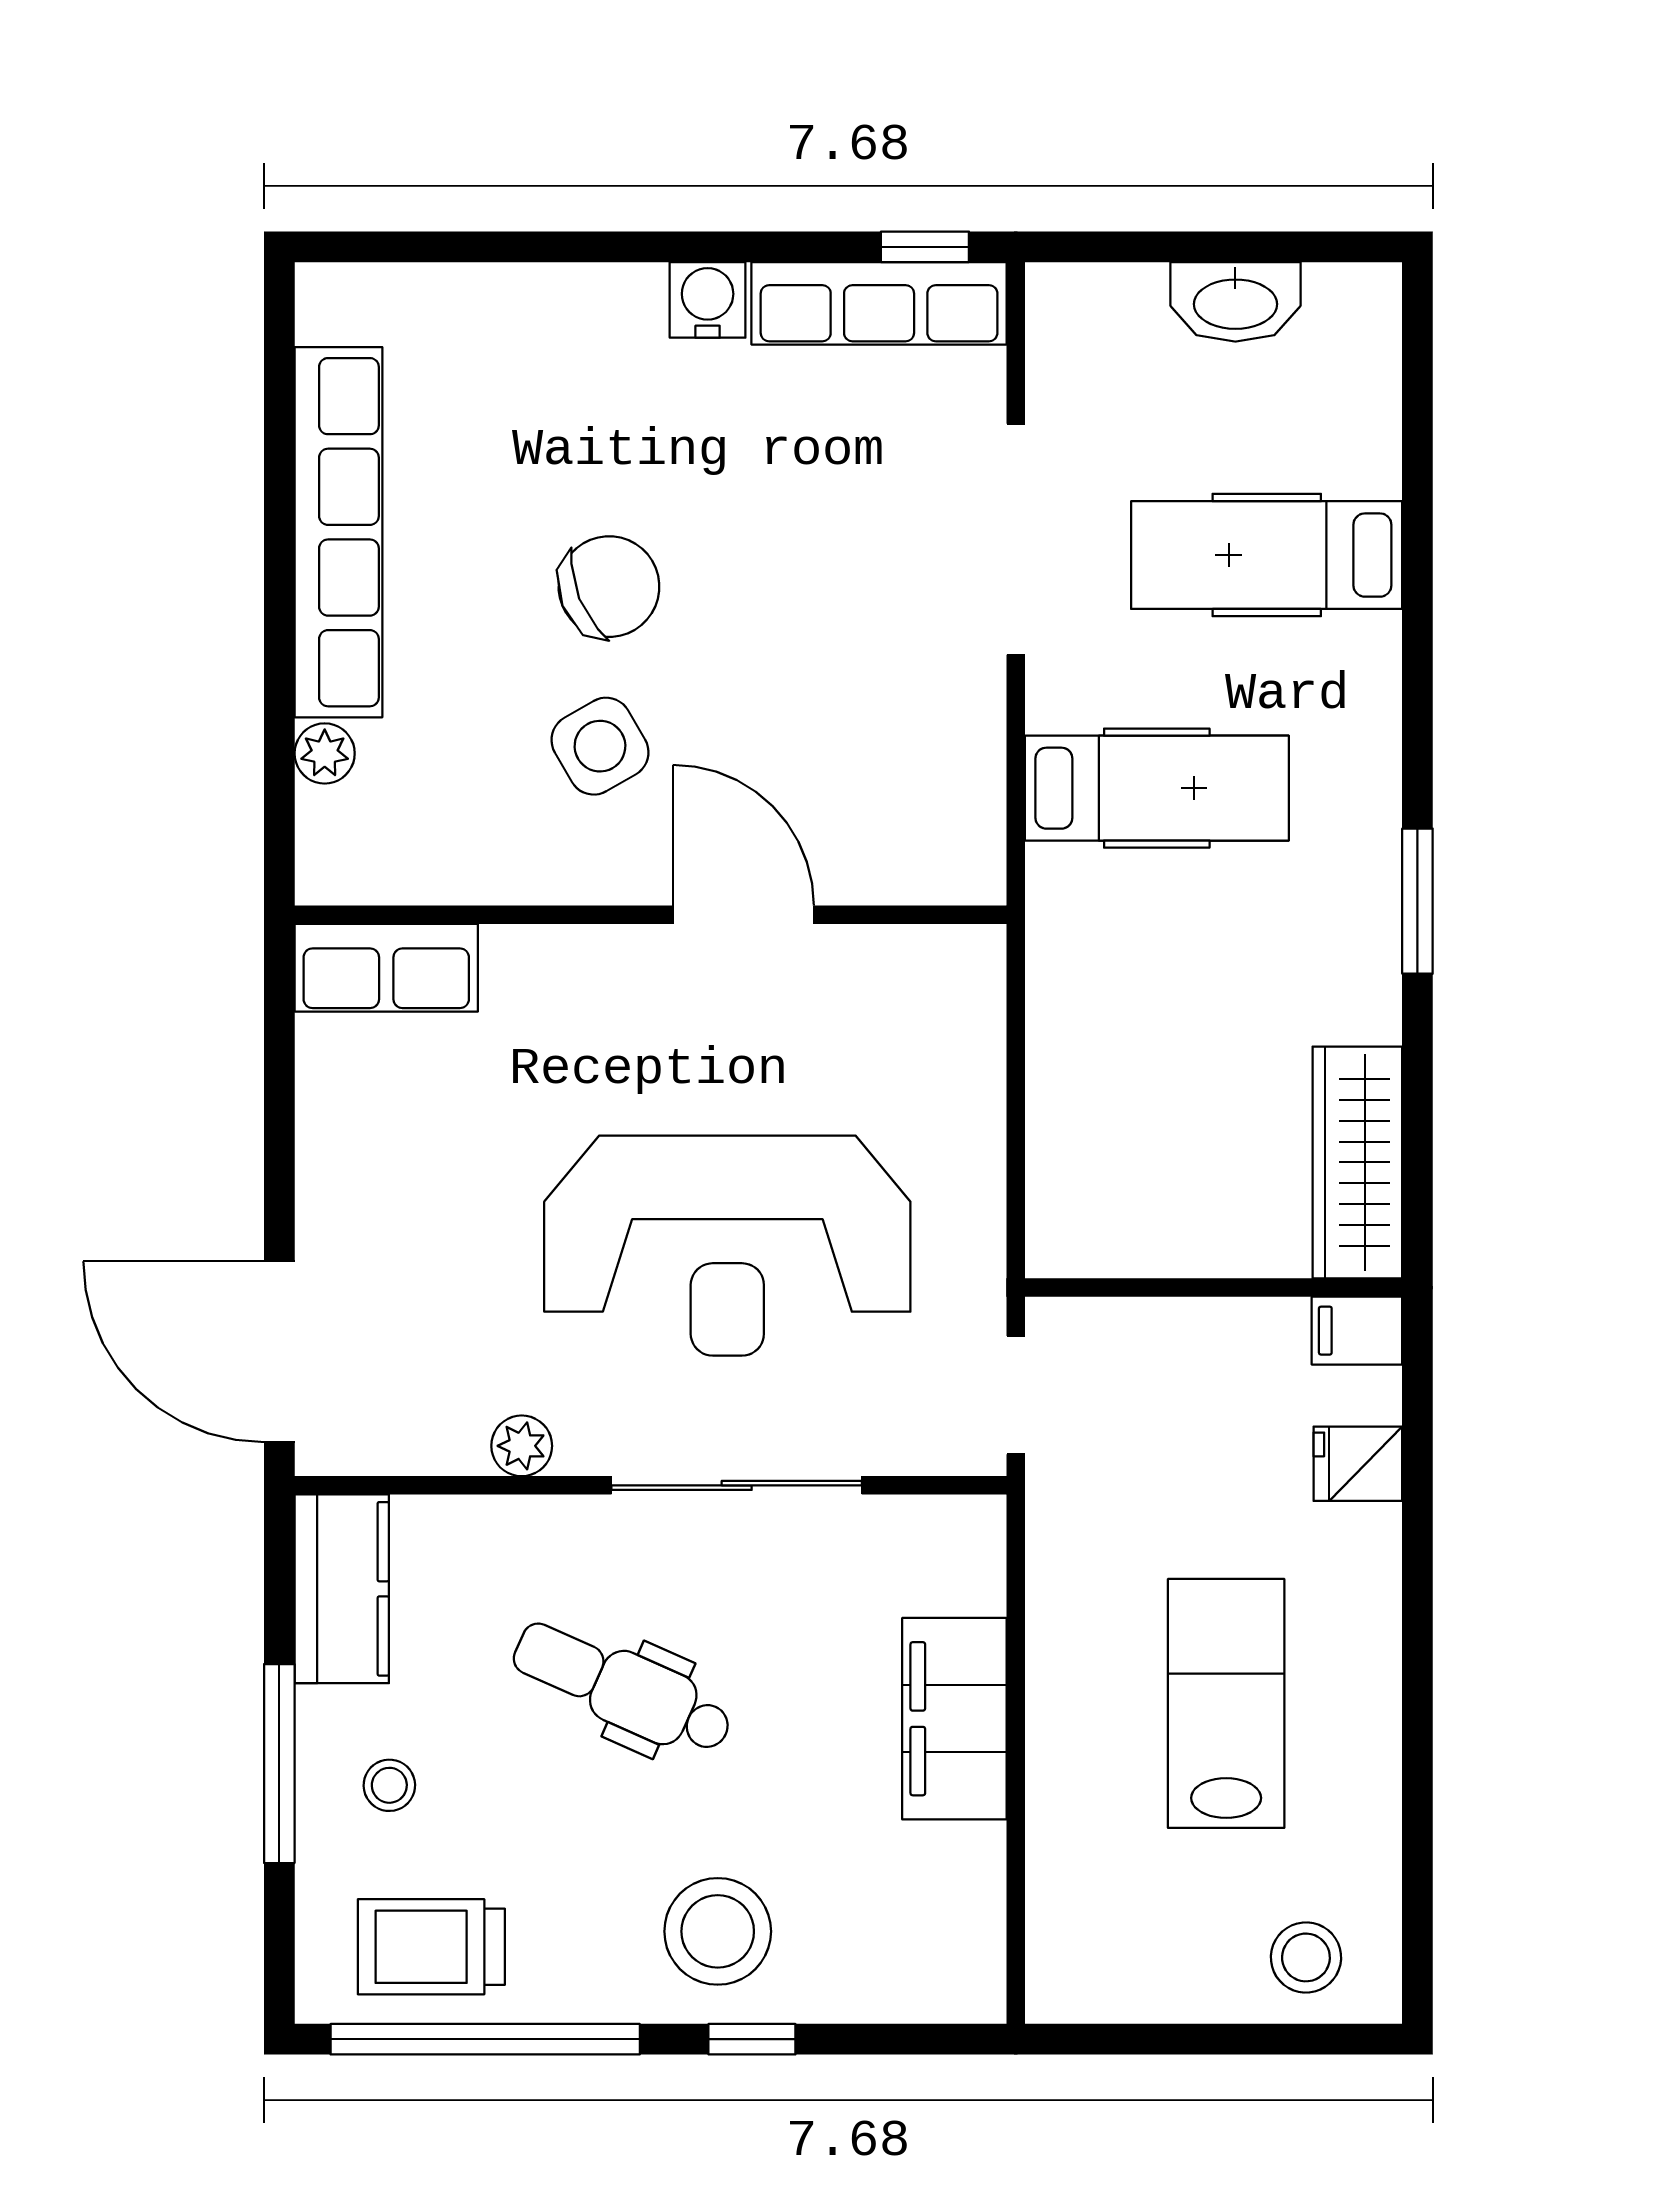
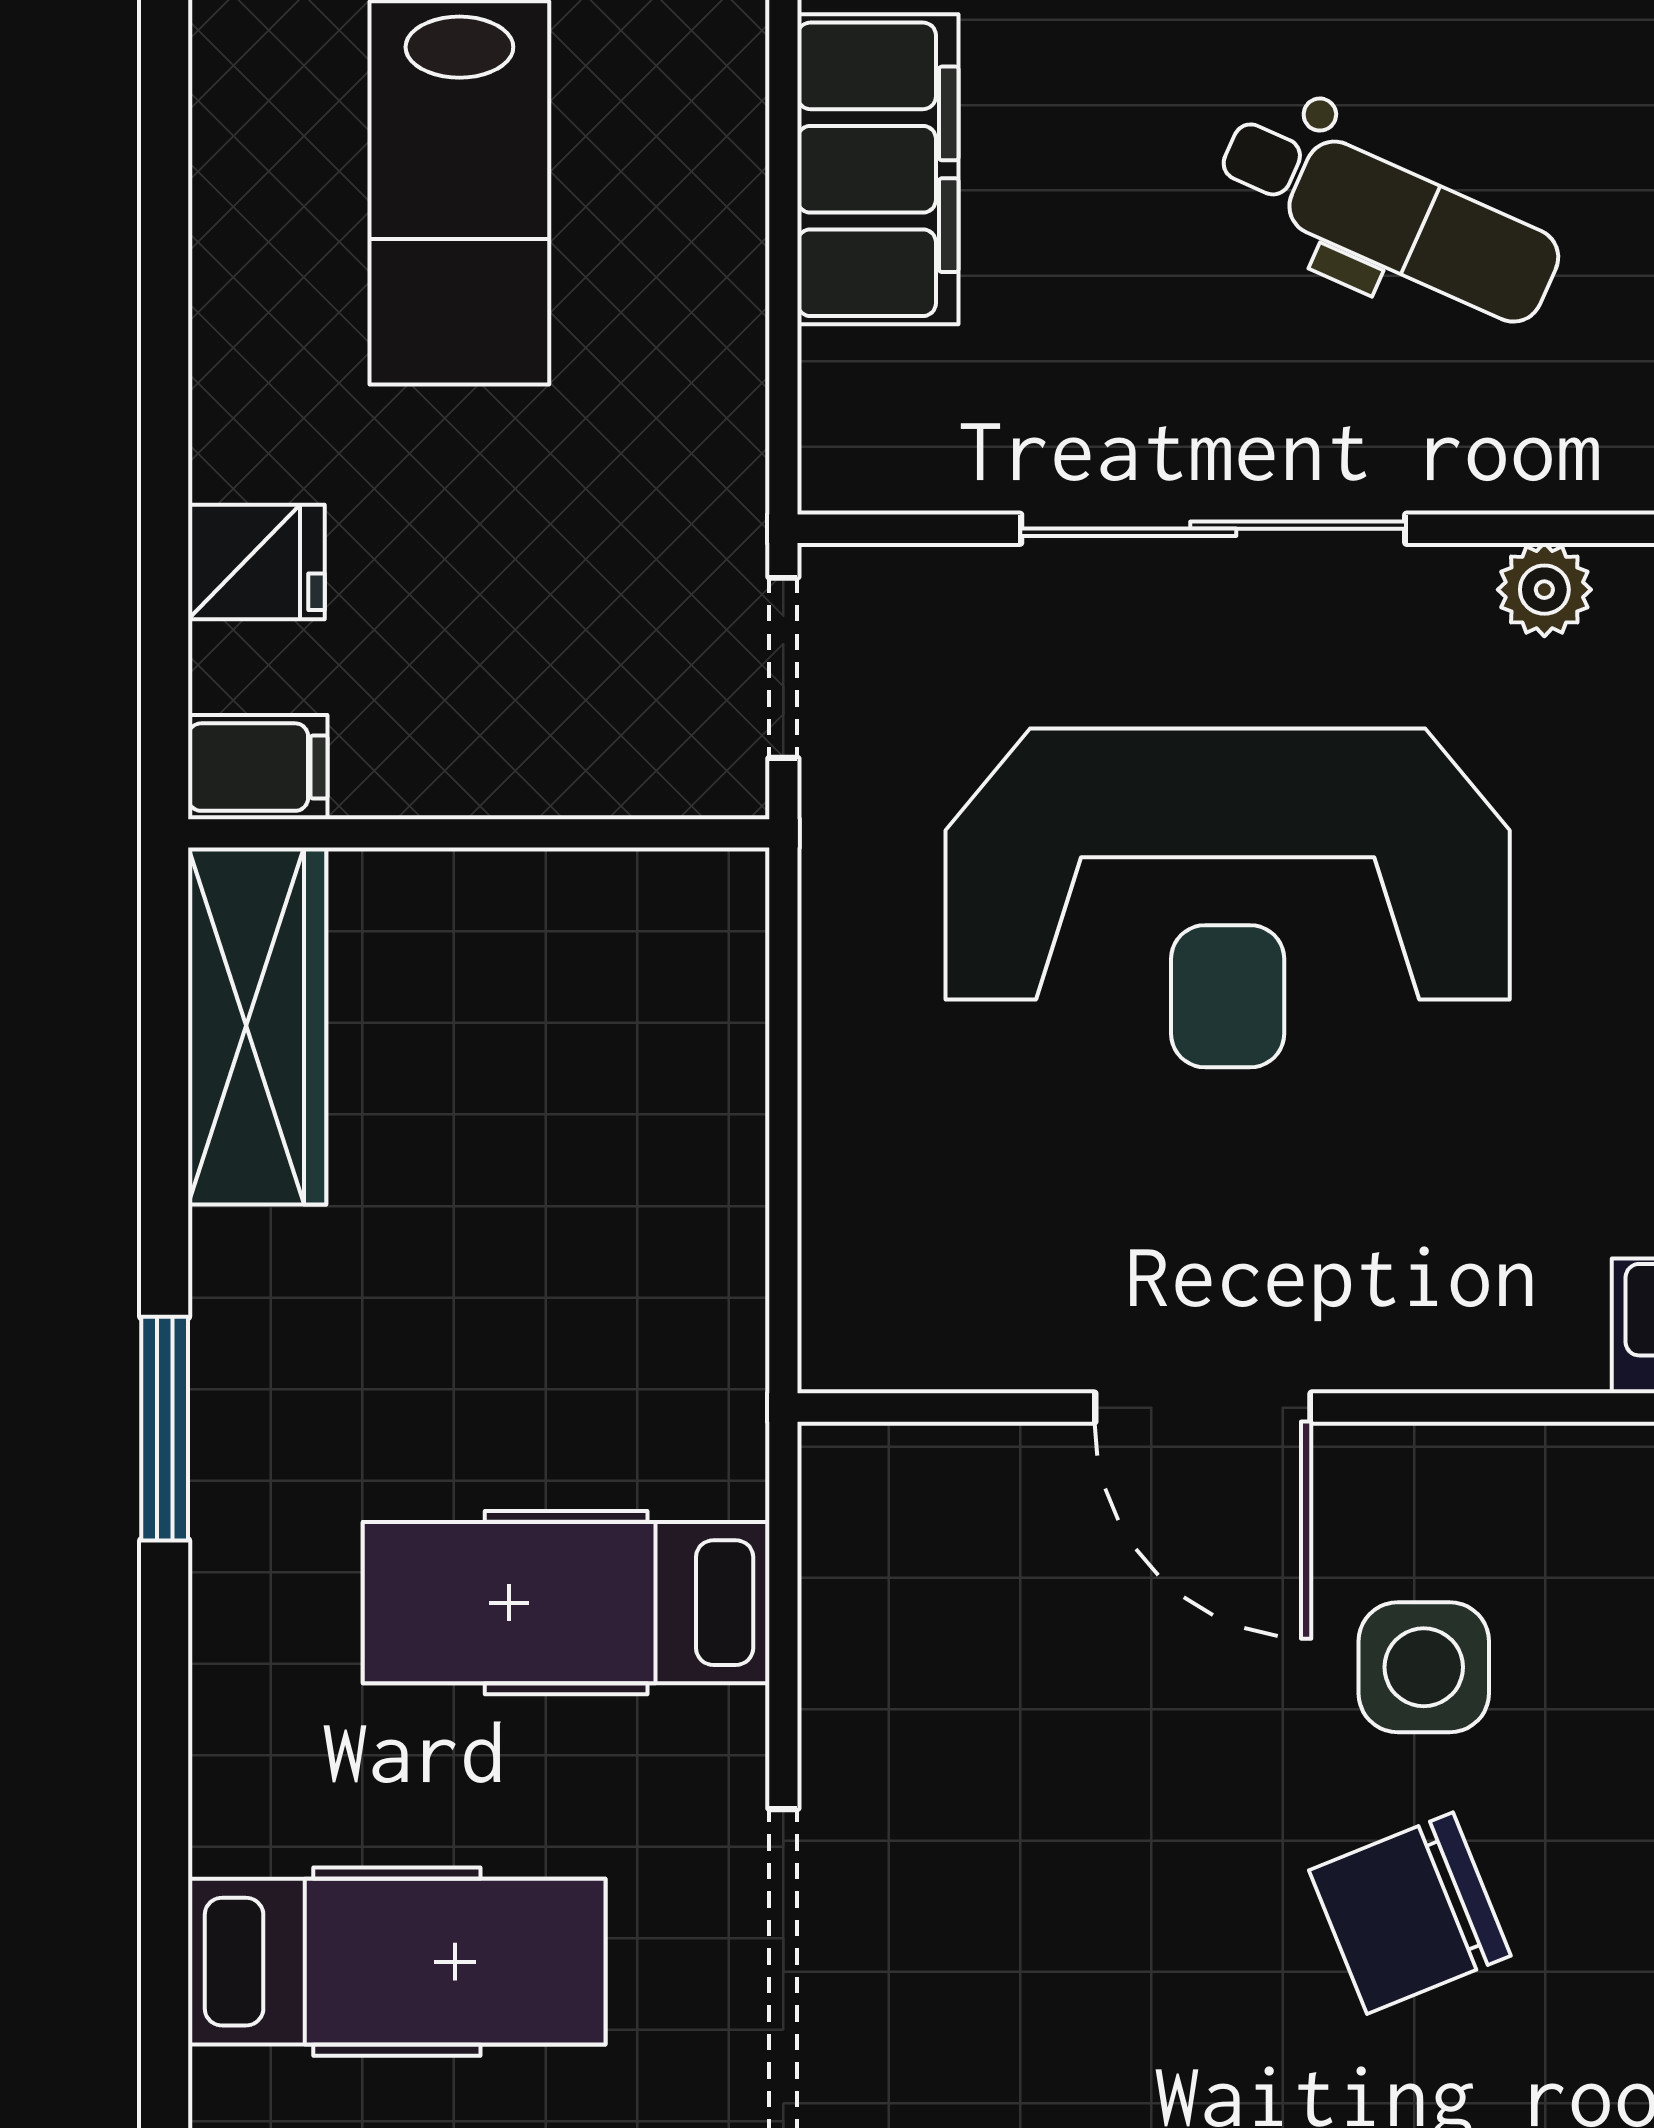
side table: (600, 746) -> (1424, 1667), turned 30
reception desk: (727, 1246) -> (1228, 898), turned 180

